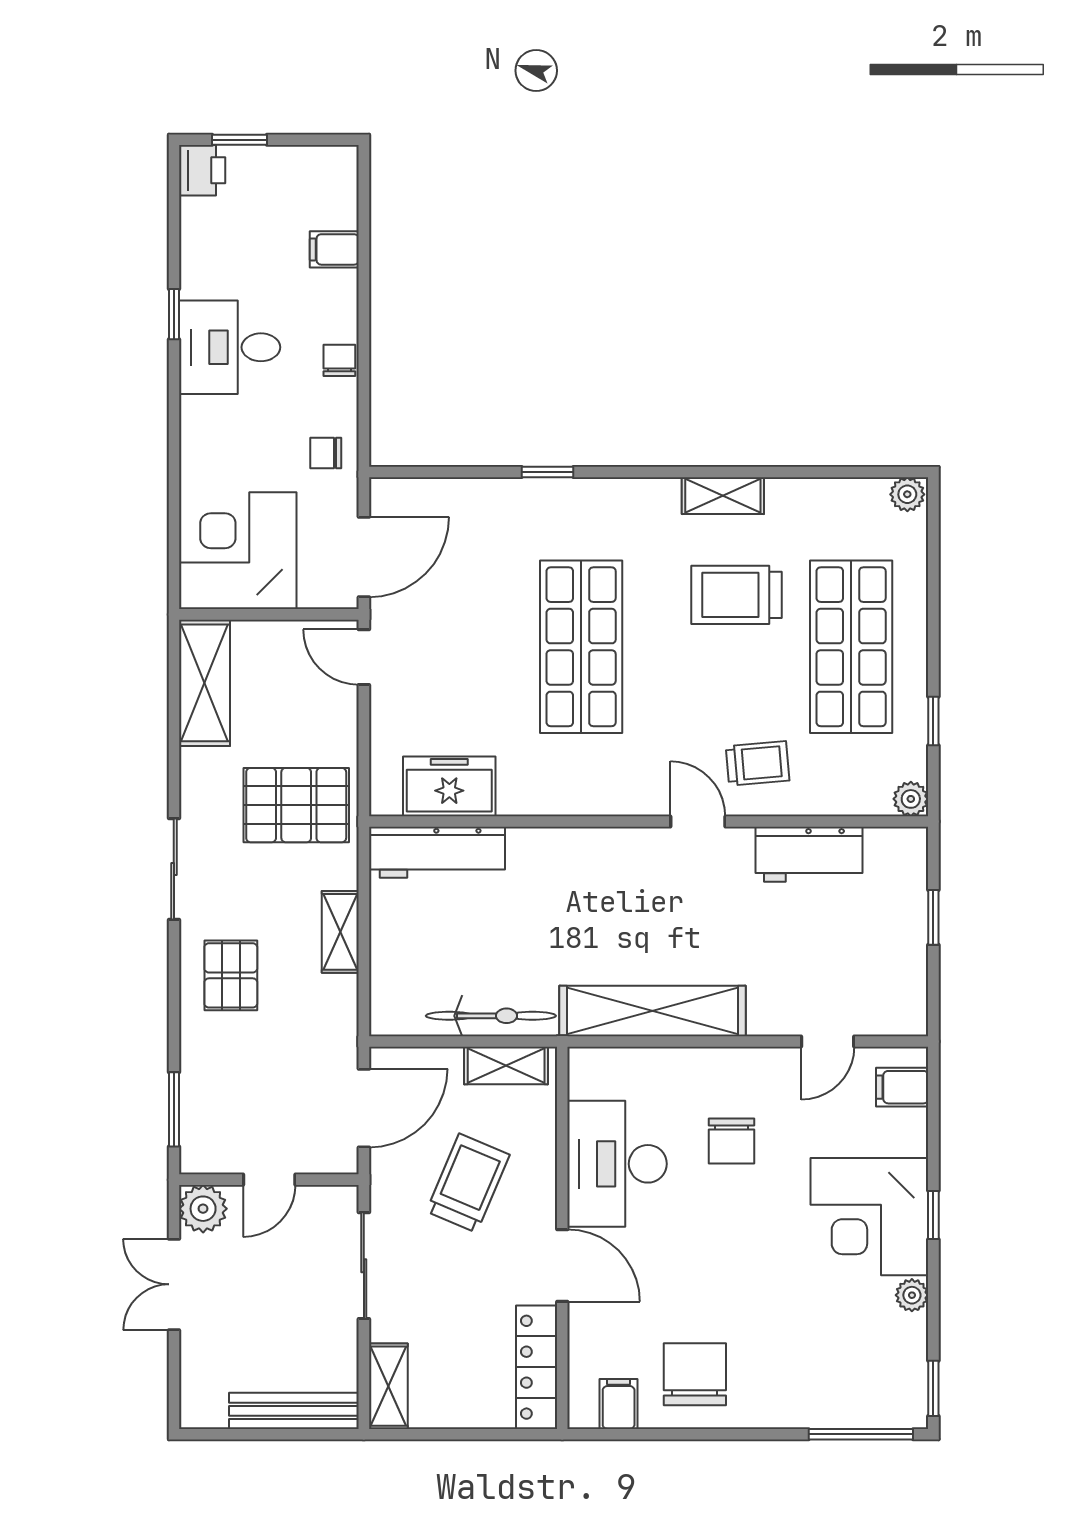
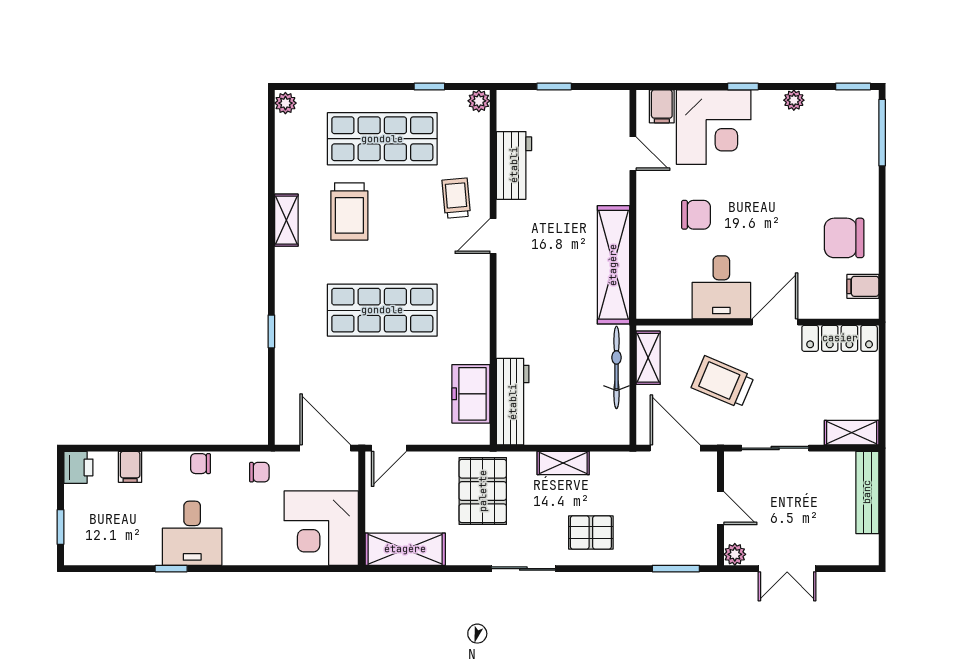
printer: (202, 170) -> (78, 467), moved, turned 90
chair: (326, 453) -> (259, 472), turned -90
desk: (617, 1164) -> (721, 287), width x0.73
plant: (203, 1209) -> (735, 554), width x0.73, depth x0.73
corner desk: (869, 1217) -> (714, 127), moved

